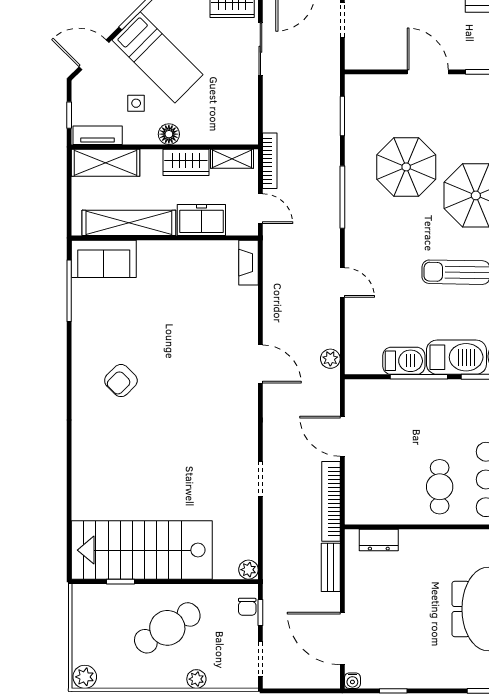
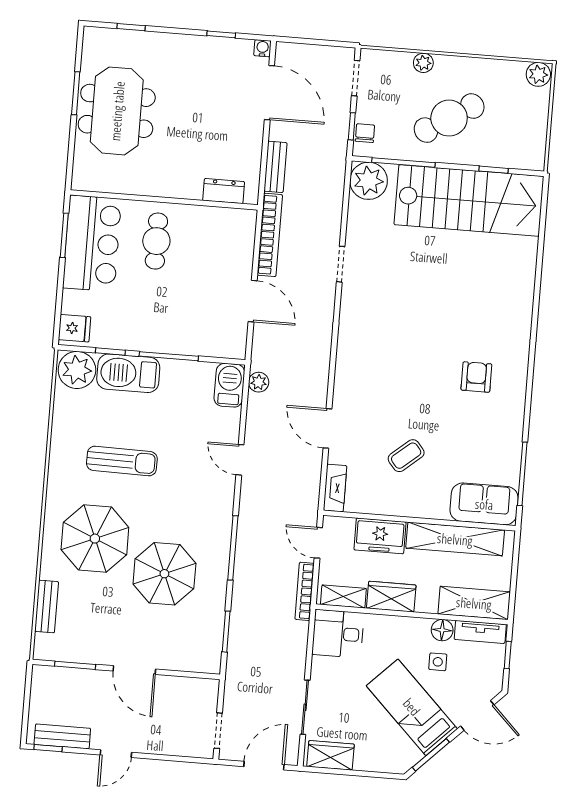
desk: (234, 123) -> (338, 634), added
floor lamp: (169, 134) -> (442, 630), moved
coffee table: (183, 299) -> (406, 456), added
barbecue: (404, 361) -> (229, 385), moved, turned 90
door: (260, 364) -> (327, 428), moved
armchair: (121, 381) -> (476, 377), turned -45
plant: (248, 570) -> (369, 181), width x1.88, depth x1.88
window: (208, 582) -> (403, 162), added

